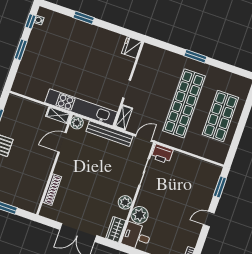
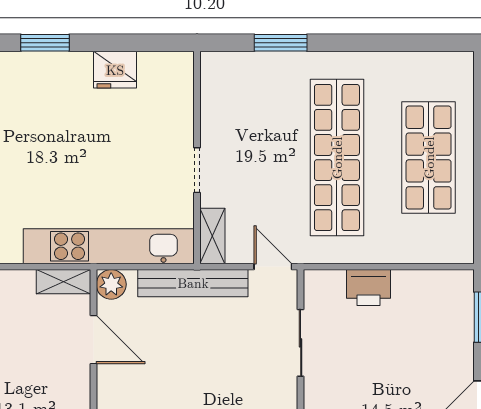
fridge: (132, 47) -> (115, 70), moved, turned -90
window: (195, 56) -> (281, 43), moved
door: (144, 138) -> (273, 267), hinge flipped
door: (62, 142) -> (93, 340), swing flipped
printer: (162, 154) -> (368, 288), moved

